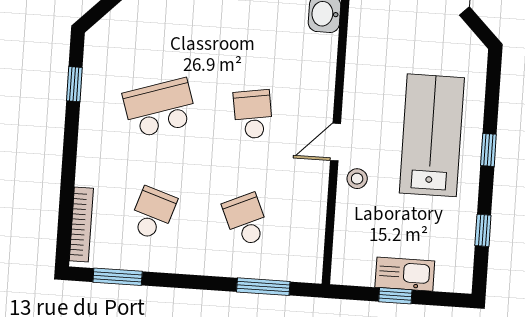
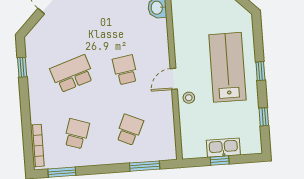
school desk: (246, 220) -> (130, 130), turned 48

